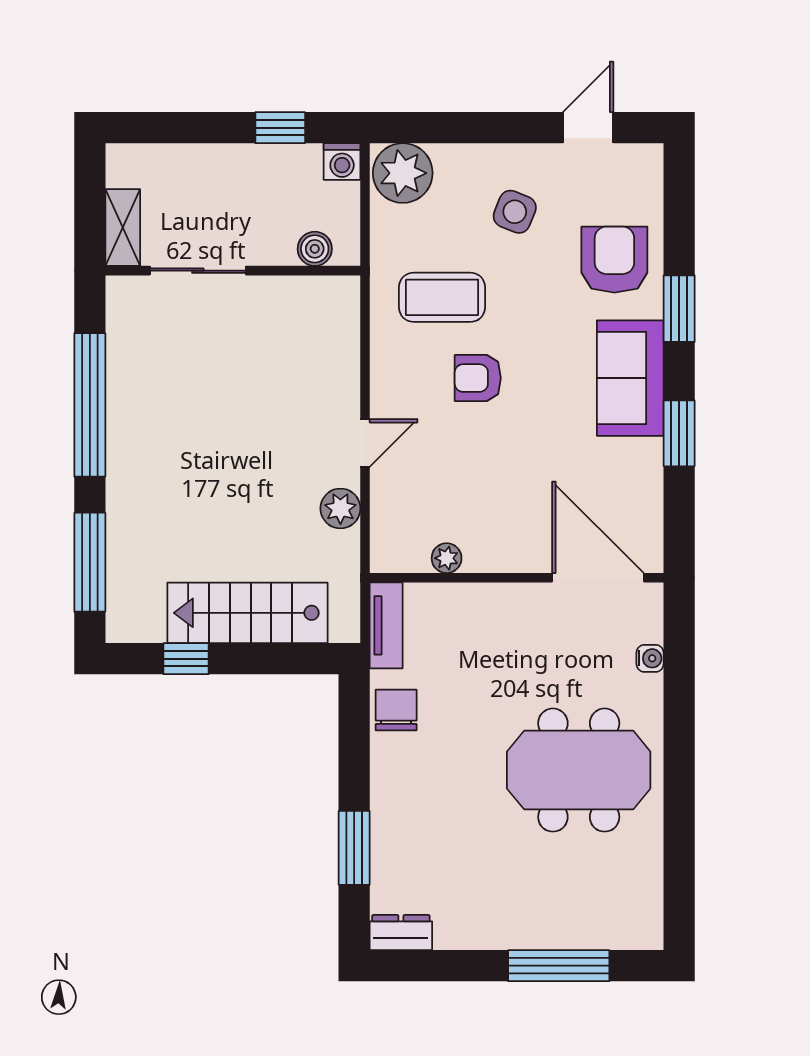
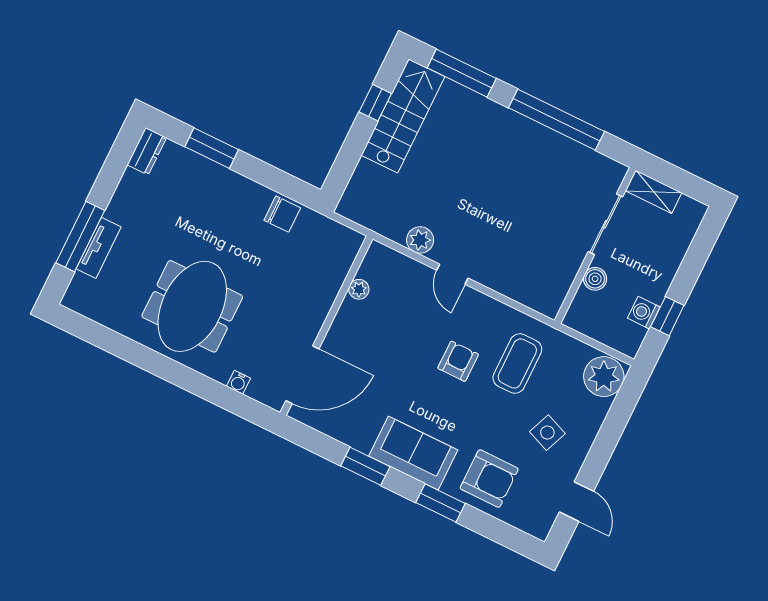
washing machine: (342, 161) -> (644, 313), moved
boiler: (315, 249) -> (595, 279), moved
stairs: (247, 613) -> (403, 116), moved
tv unit: (386, 625) -> (99, 248), moved, turned -90

